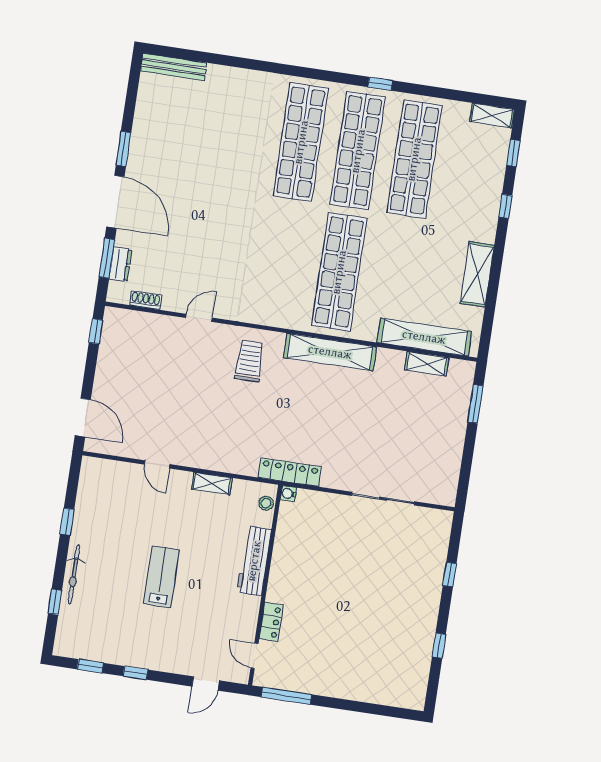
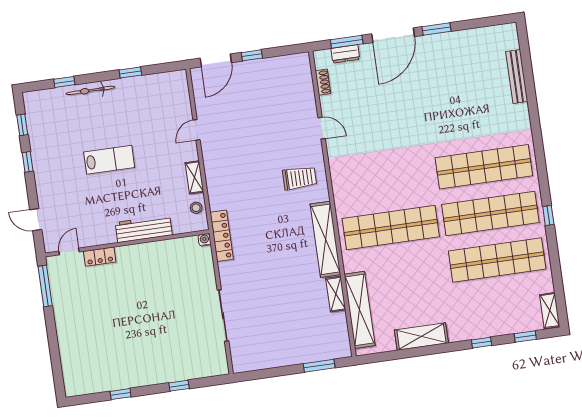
bench: (174, 67) -> (517, 76), moved
window: (96, 331) -> (252, 55), moved
shelving: (427, 364) -> (336, 294), moved
stool: (266, 503) -> (196, 208), moved

